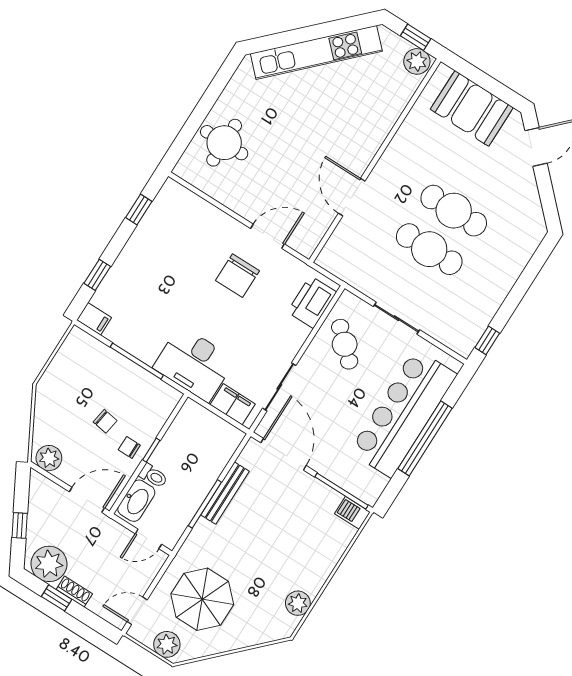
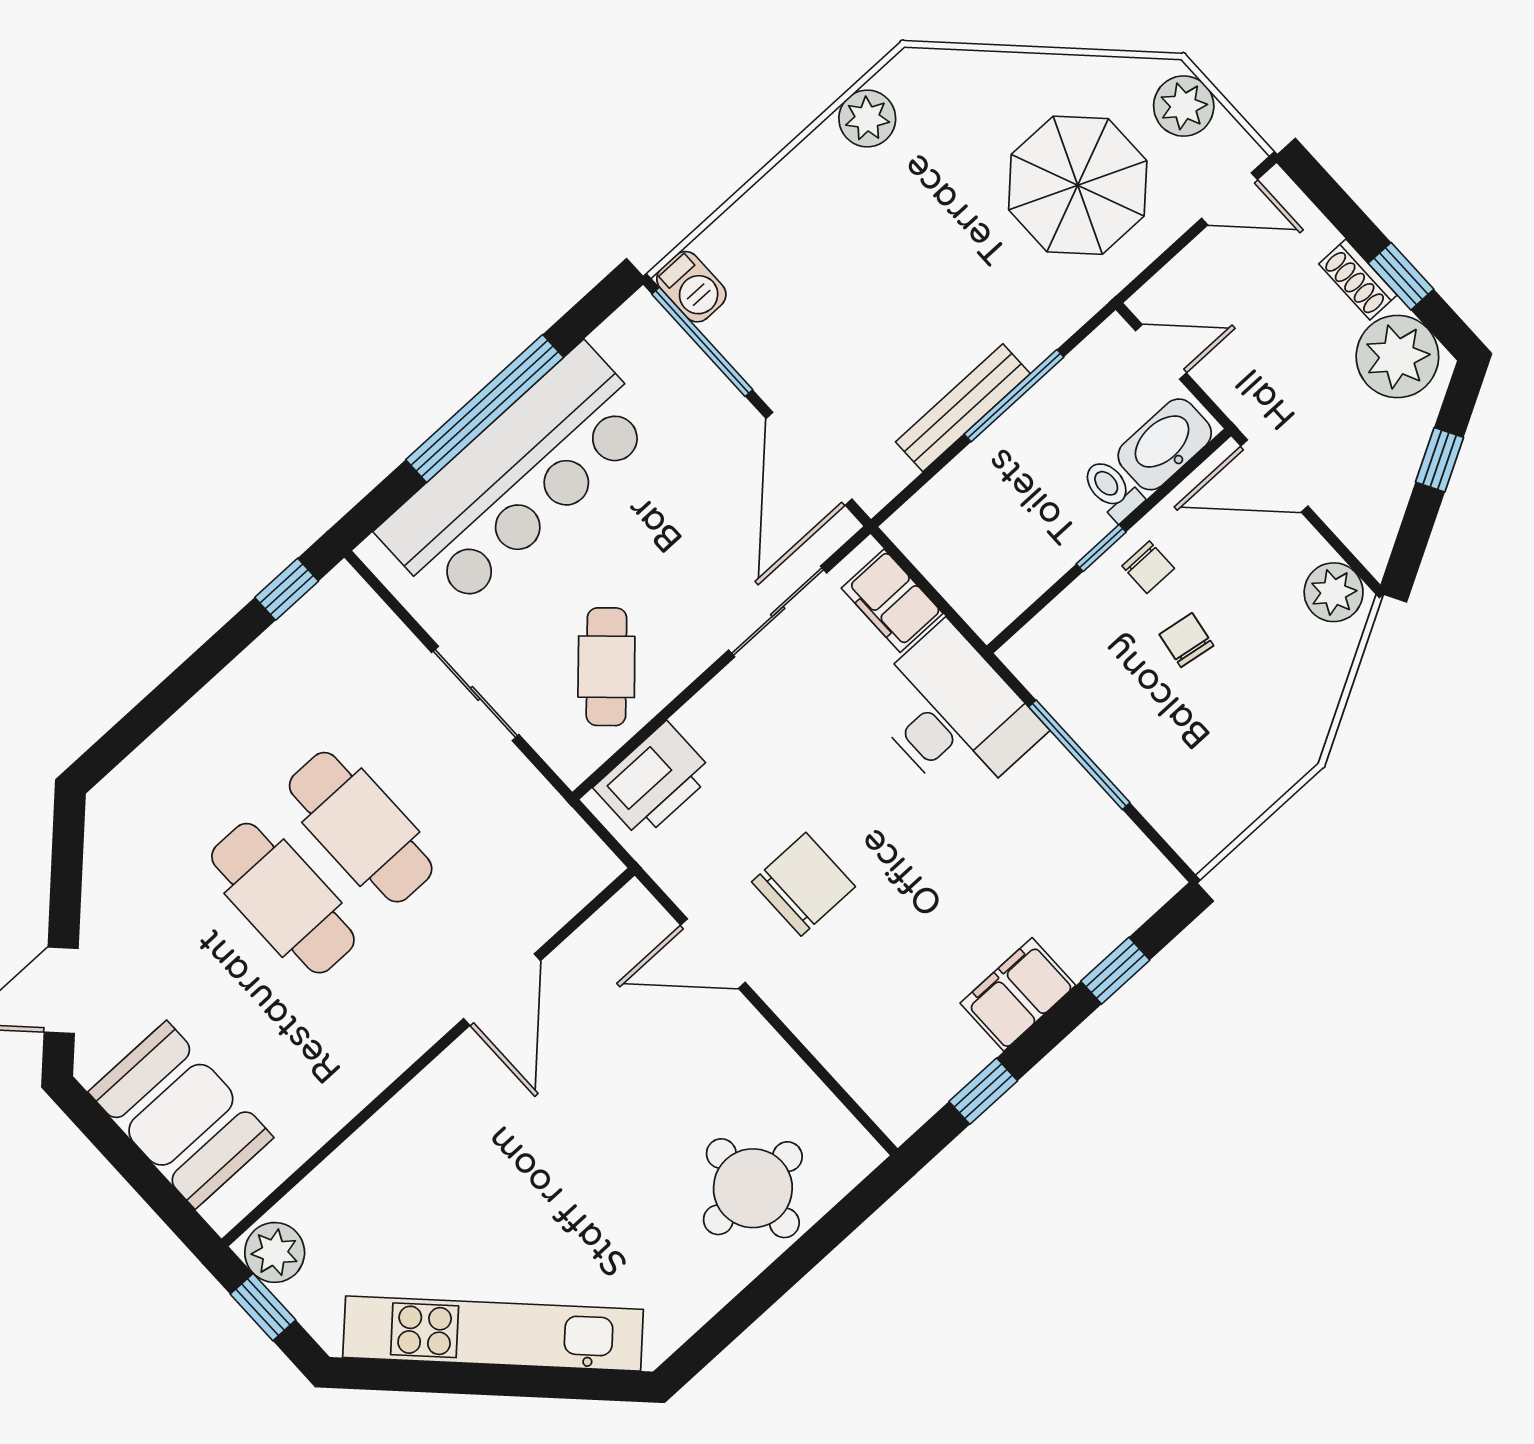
filing cabinet: (94, 319) -> (1018, 994), moved, width x2.00

